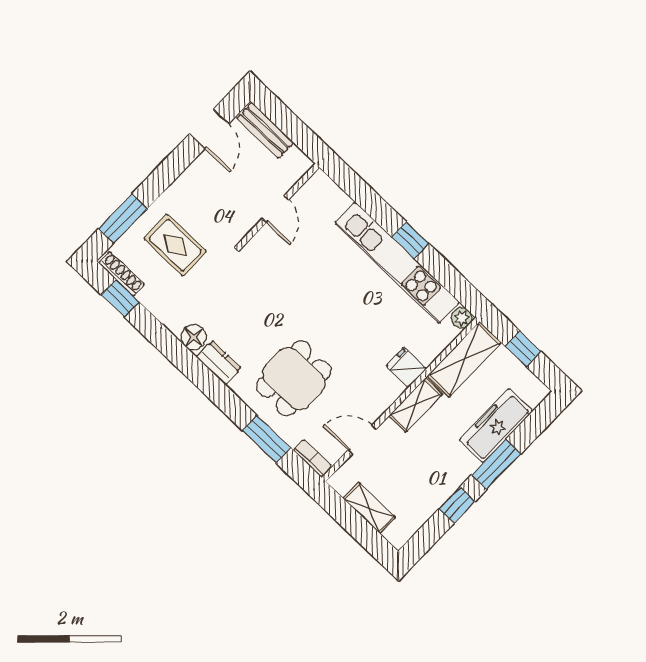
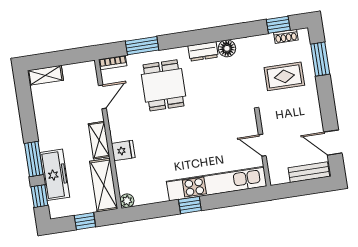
kitchen unit: (397, 263) -> (217, 184), moved
shoe rack: (122, 274) -> (286, 36), width x0.70
window: (457, 505) -> (39, 196), moved
shelving: (369, 508) -> (45, 75), moved

